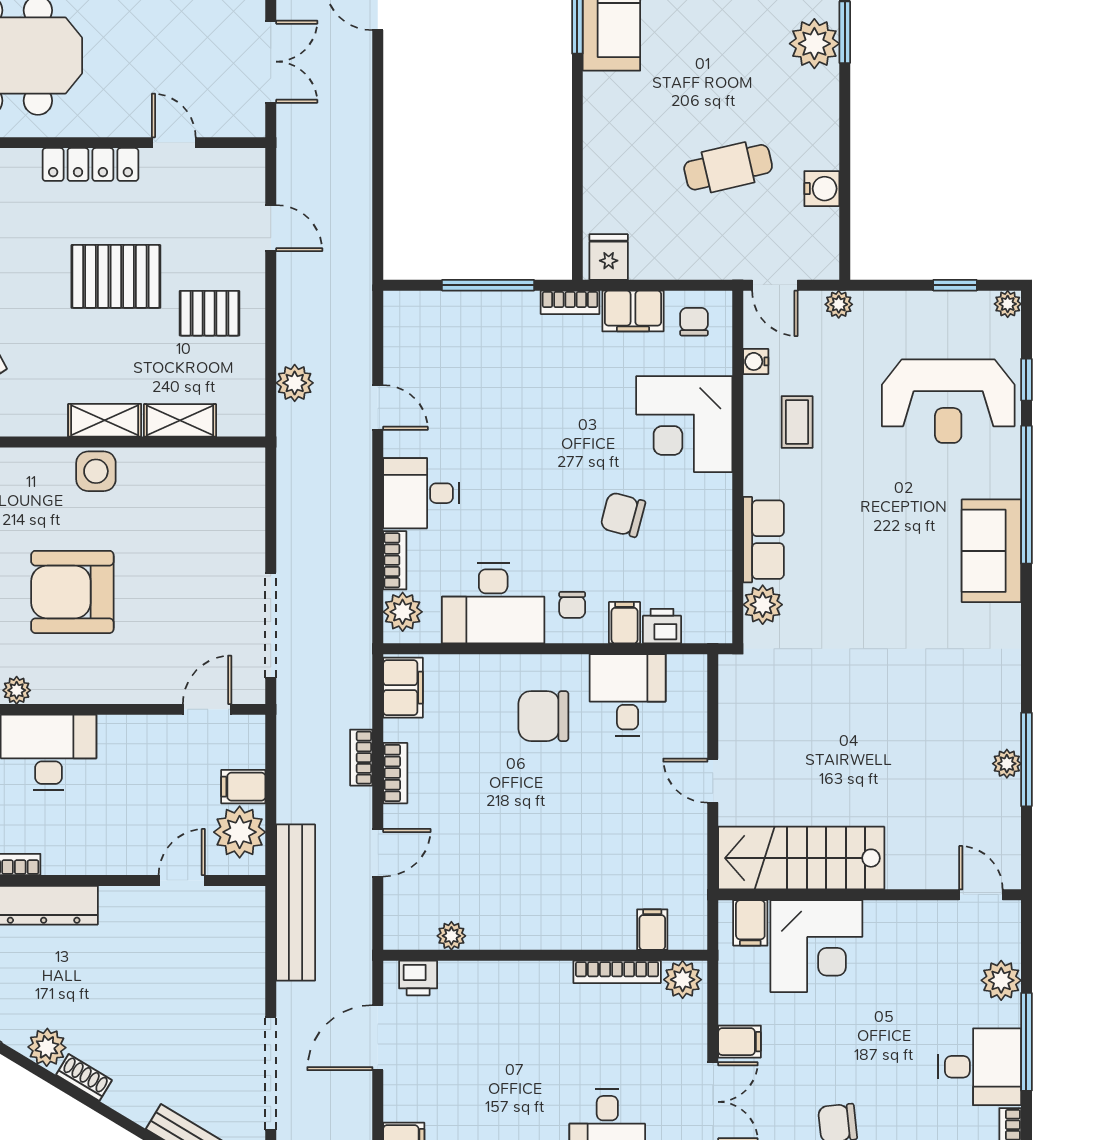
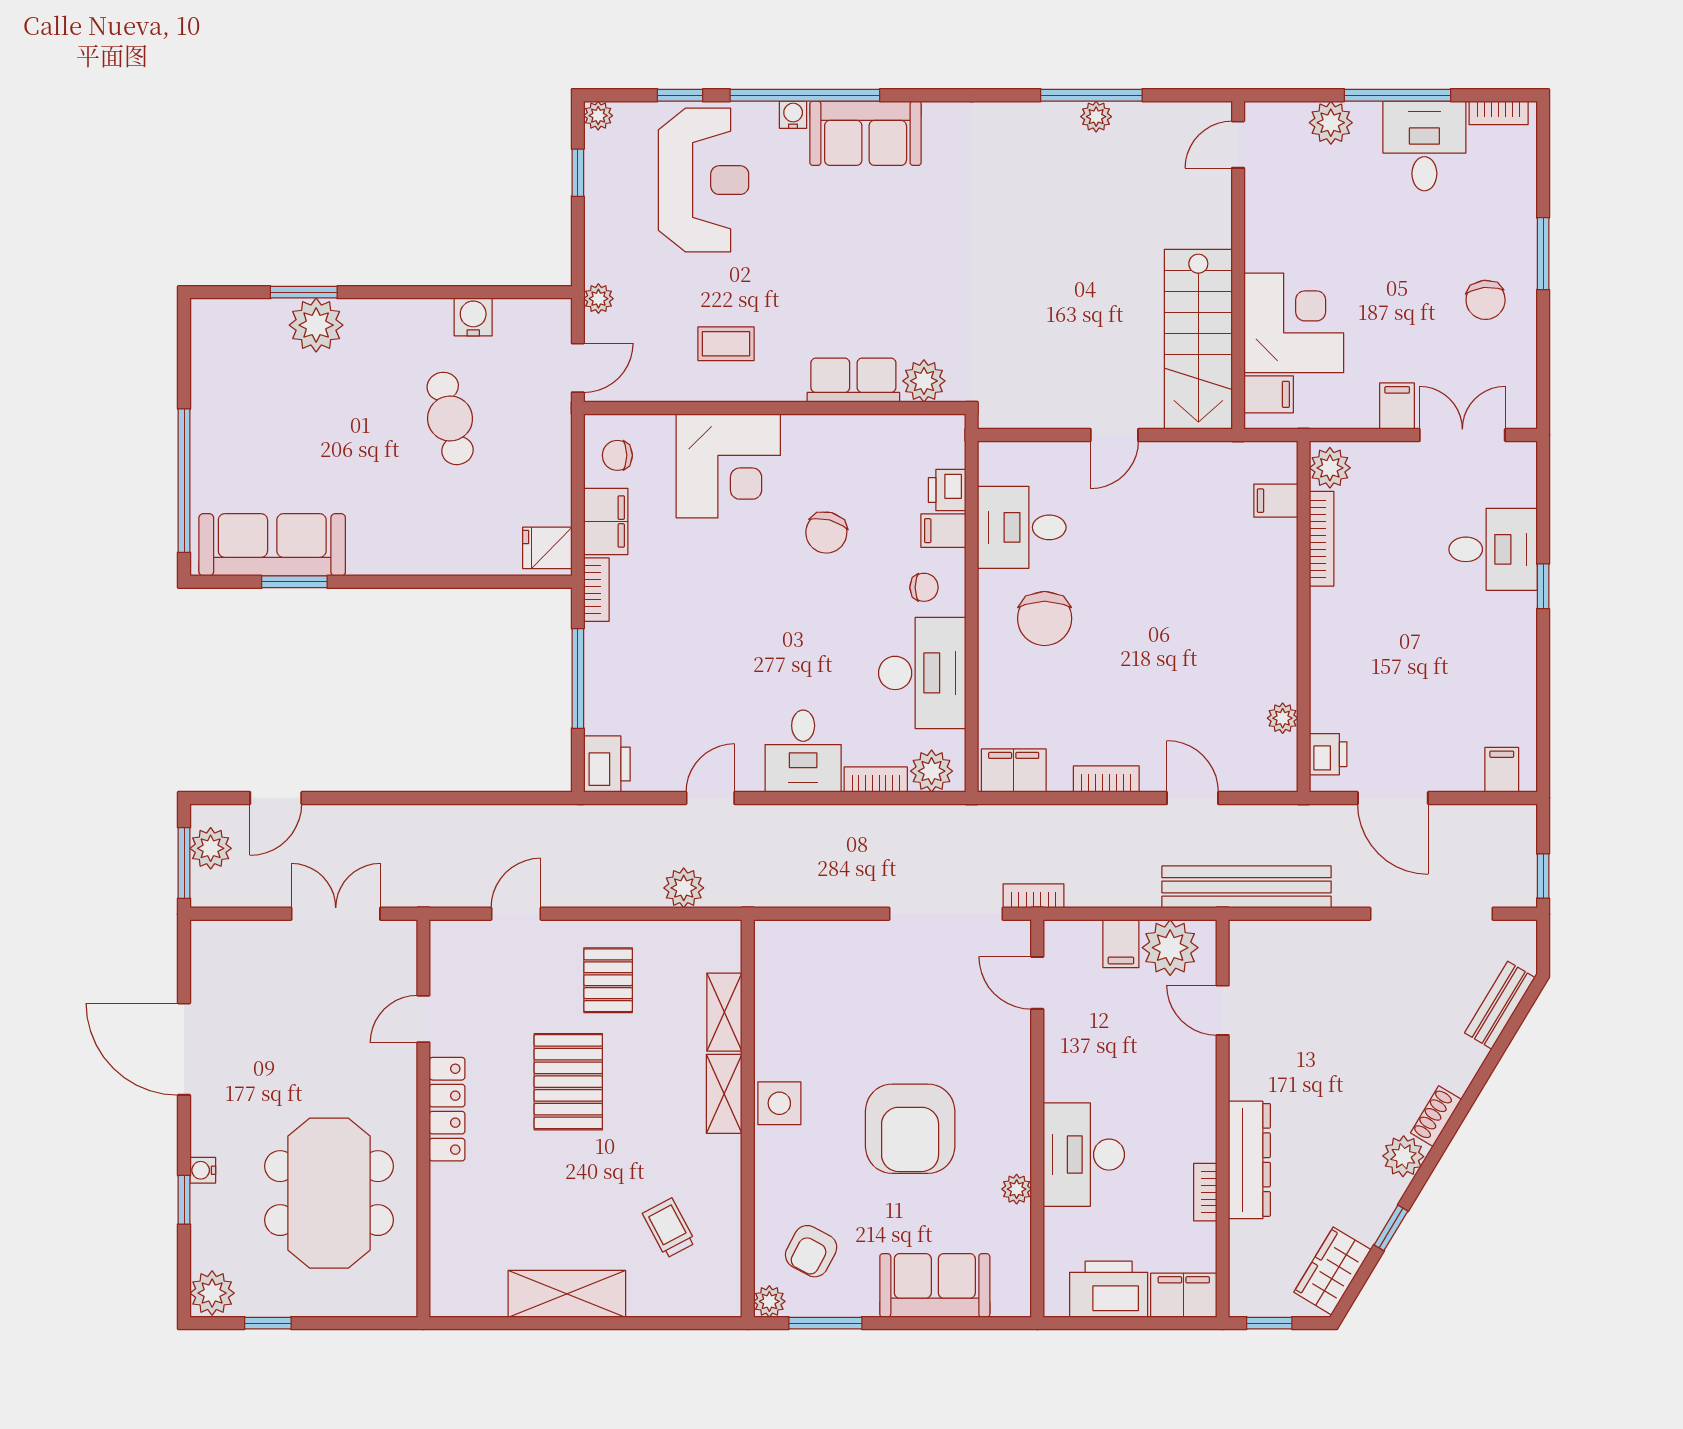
printer: (409, 312) -> (607, 764), added
water cooler: (756, 361) -> (793, 115), moved, turned 180
bookcase: (361, 758) -> (1034, 896), moved, turned 180

